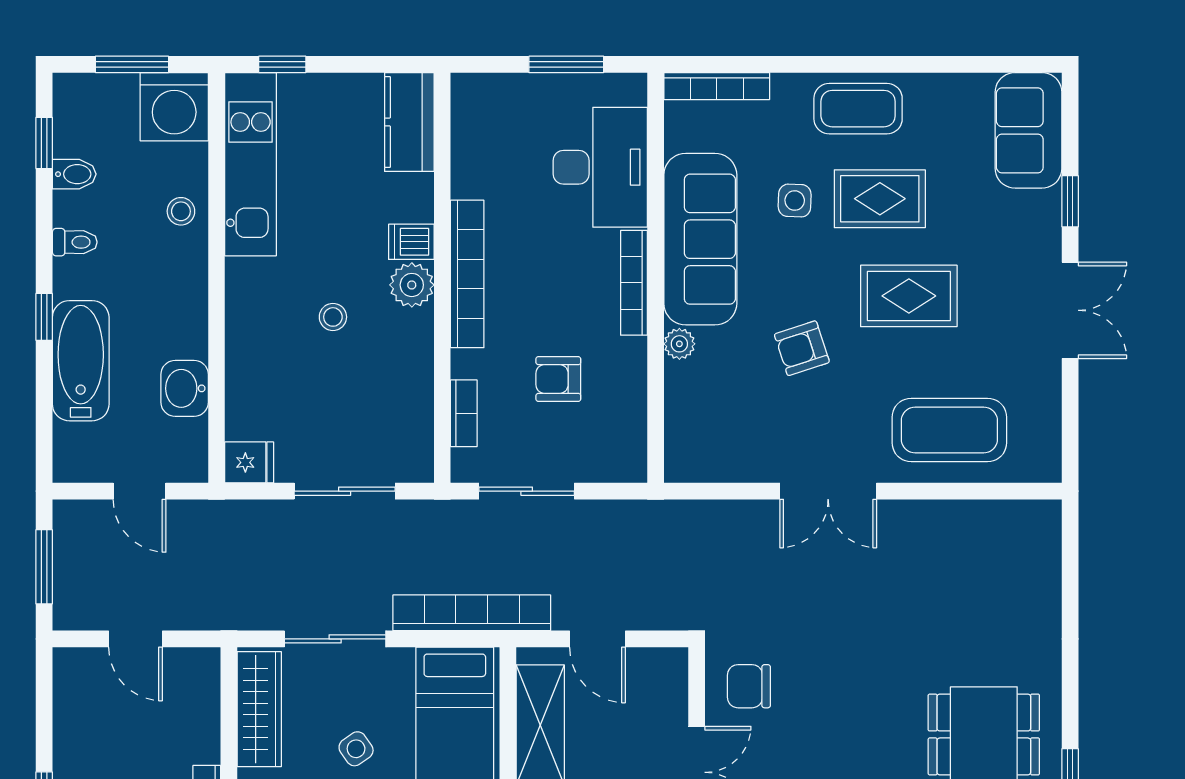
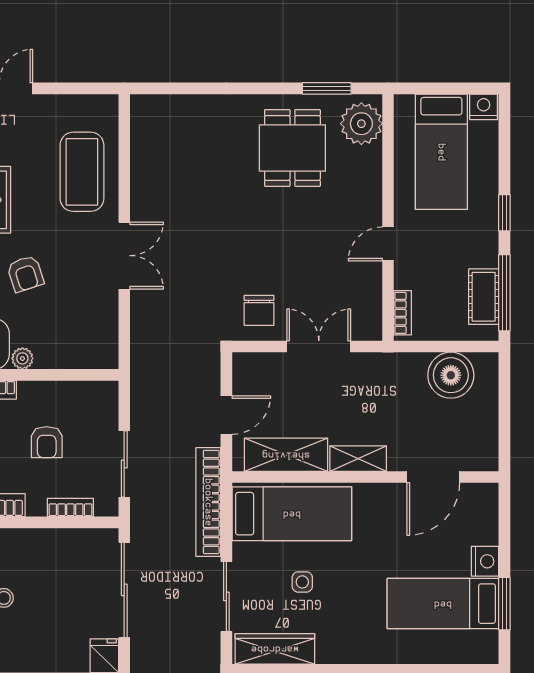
sliding door: (345, 491) -> (124, 590), width x1.37
side table: (356, 749) -> (302, 582), turned 35

